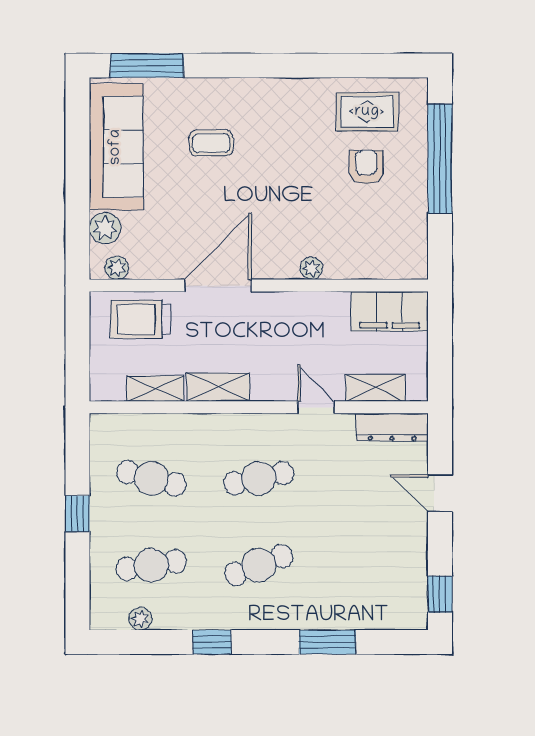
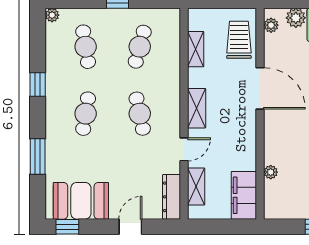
plant: (311, 268) -> (271, 172), moved
shelving: (218, 387) -> (197, 108), moved
cafe table: (259, 565) -> (86, 114), turned 30
booth: (398, 573) -> (81, 201), added
plant: (140, 619) -> (52, 15), moved

